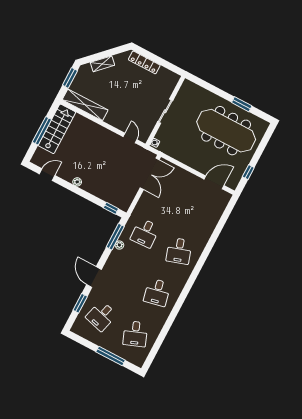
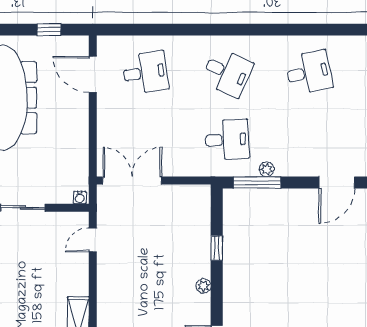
window: (111, 208) -> (217, 248), moved
desk: (201, 209) -> (145, 73), added
desk: (179, 251) -> (227, 73), turned 42

